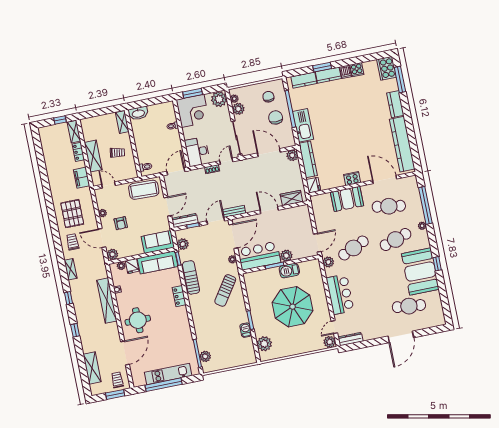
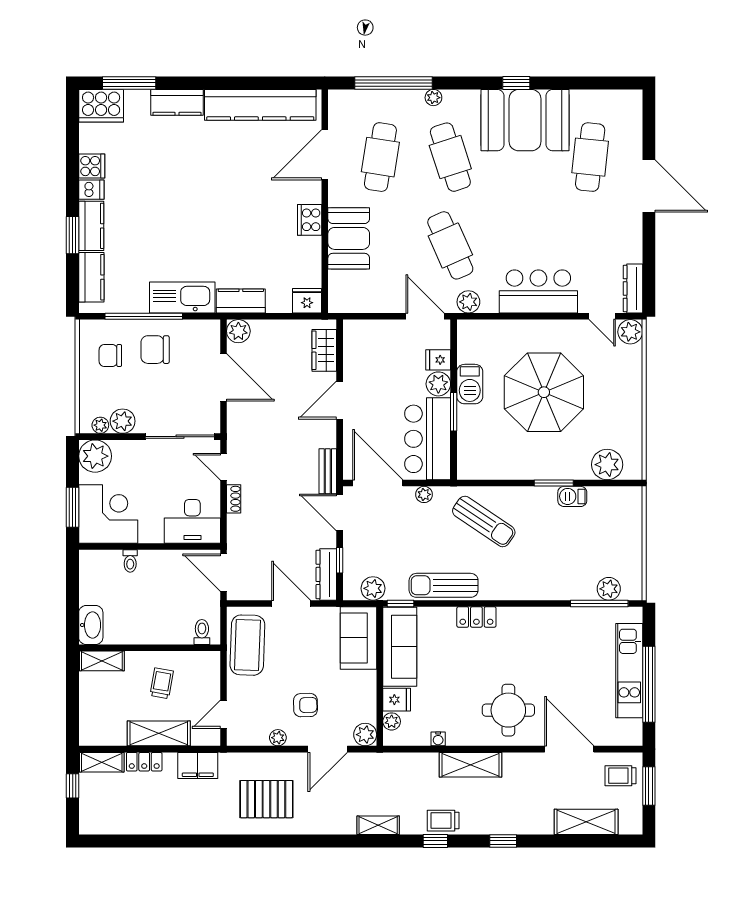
door: (269, 153) -> (223, 377), swing flipped
kitchen counter: (308, 159) -> (241, 301), width x0.67
trolley: (73, 242) -> (443, 821), moved
fridge: (298, 253) -> (438, 360), added
shelving: (107, 301) -> (470, 765), width x0.68

